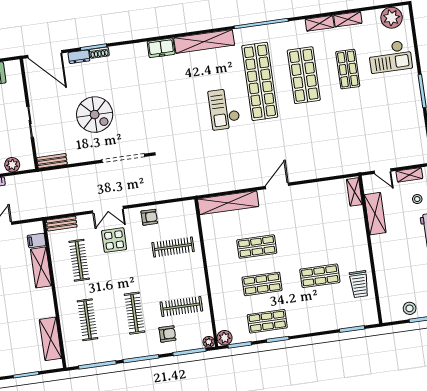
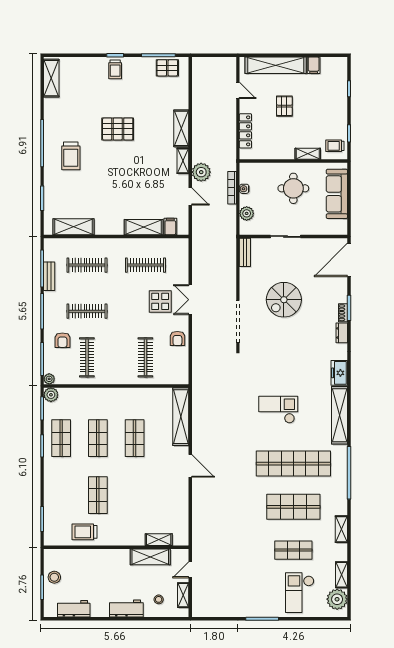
shelving: (348, 19) -> (342, 575), moved
dresser: (79, 57) -> (342, 333), moved
checkout: (224, 109) -> (278, 410), moved
shelving: (354, 192) -> (159, 540), moved
bench: (62, 224) -> (49, 276), moved

